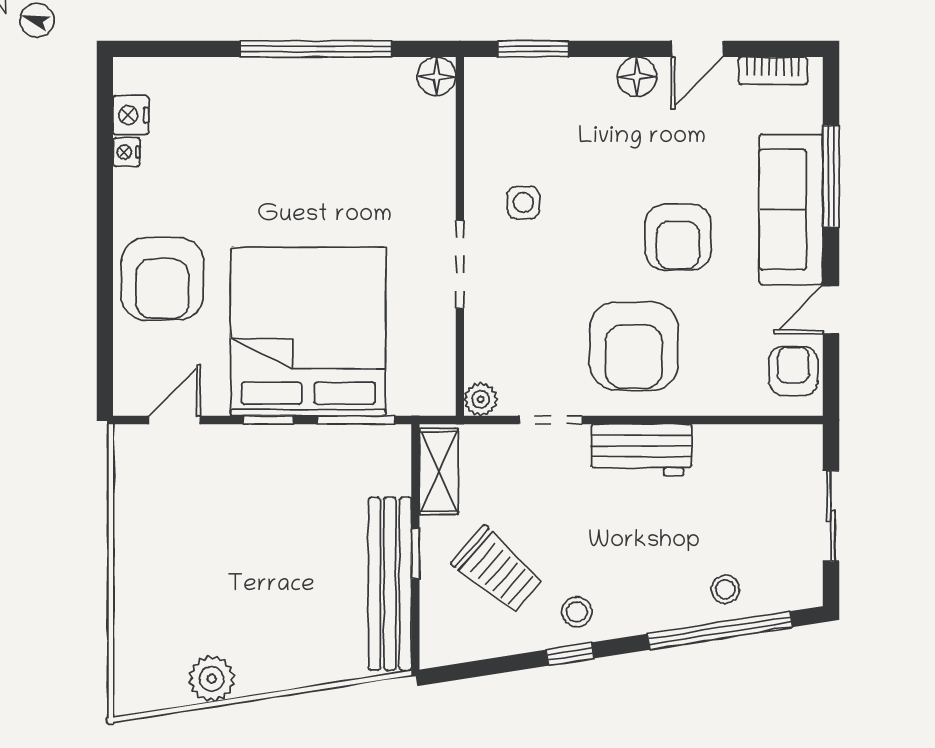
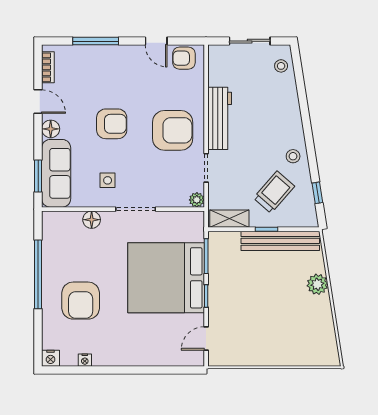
floor lamp: (437, 76) -> (92, 220), moved
nightstand: (131, 115) -> (51, 358), moved
sofa: (791, 209) -> (56, 173), moved, turned -90
armchair: (678, 237) -> (112, 124), moved
armchair: (162, 279) -> (81, 301), moved, turned 90
door: (174, 420) -> (206, 338), hinge flipped
workbench: (641, 450) -> (220, 118), width x1.38
stool: (725, 589) -> (281, 66), moved
window: (720, 630) -> (301, 91), removed
window: (570, 654) -> (317, 193), moved
plant: (212, 679) -> (317, 284), moved

